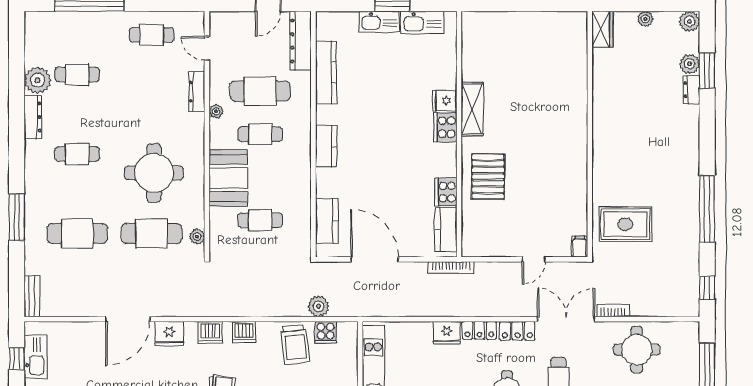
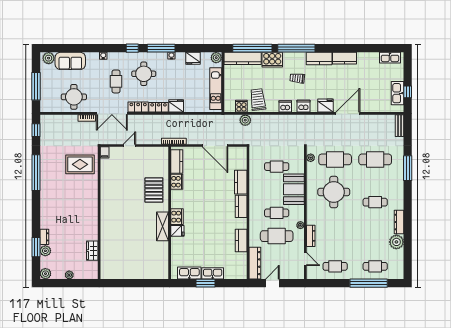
wardrobe: (602, 29) -> (92, 251), moved
kitchen counter: (326, 72) -> (241, 240), width x0.67
cafe table: (77, 75) -> (375, 266), moved
kitchen counter: (327, 221) -> (241, 182), moved

